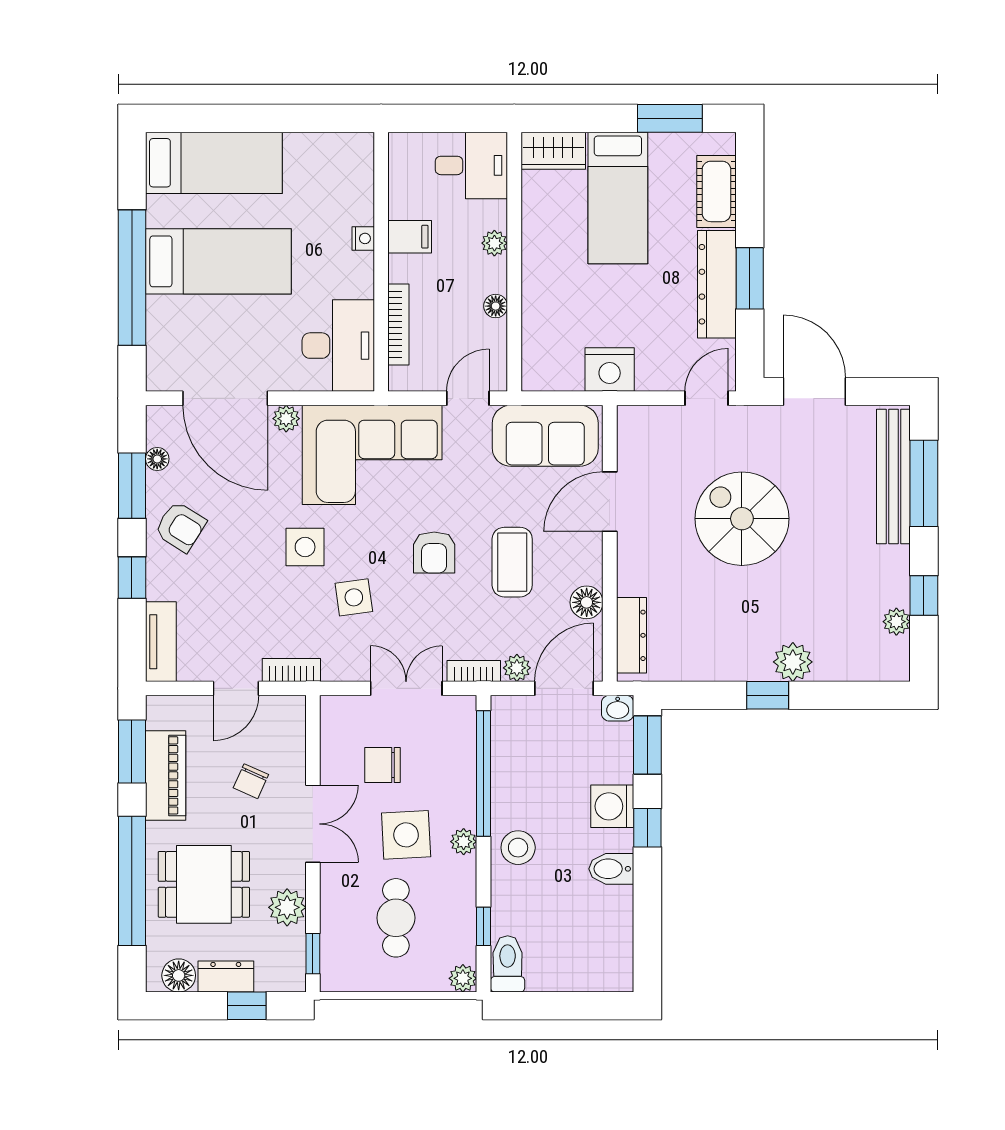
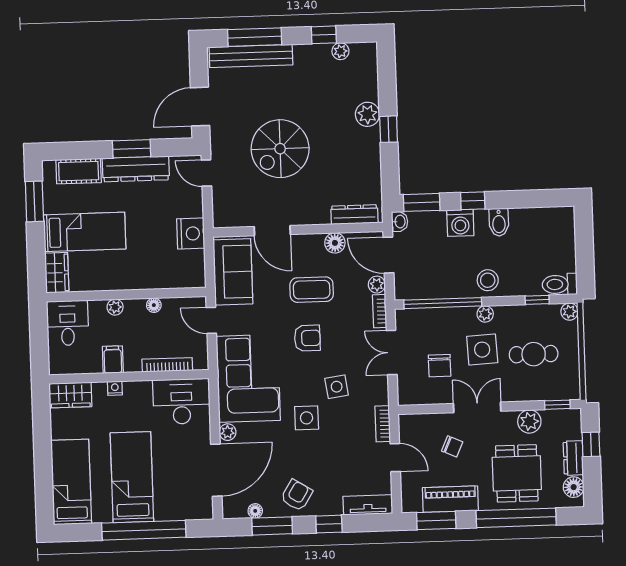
wardrobe: (355, 166) -> (70, 395), added

